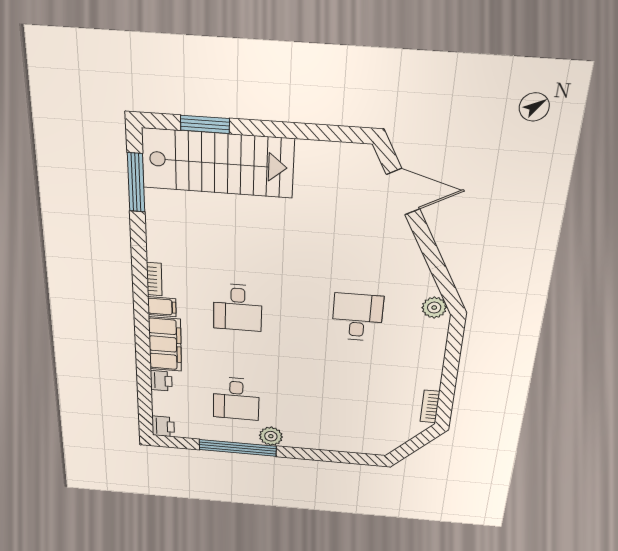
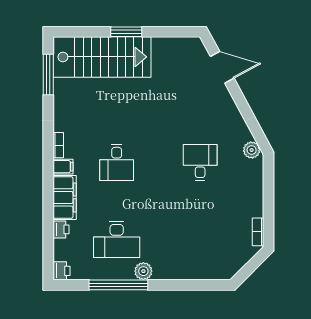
window: (205, 124) -> (126, 32), moved
desk: (236, 399) -> (117, 240), width x1.37

